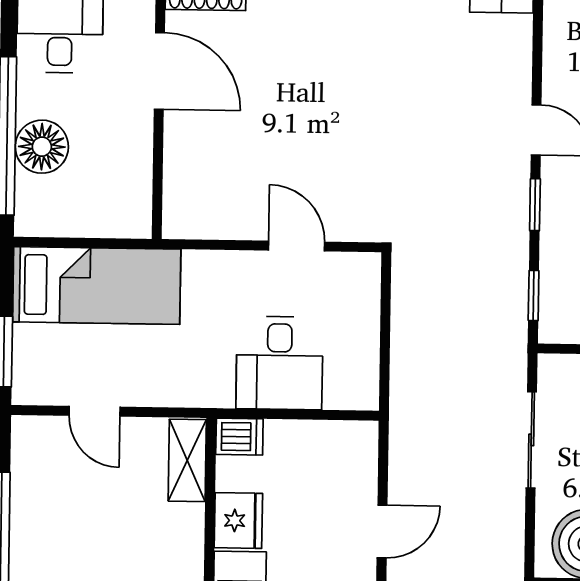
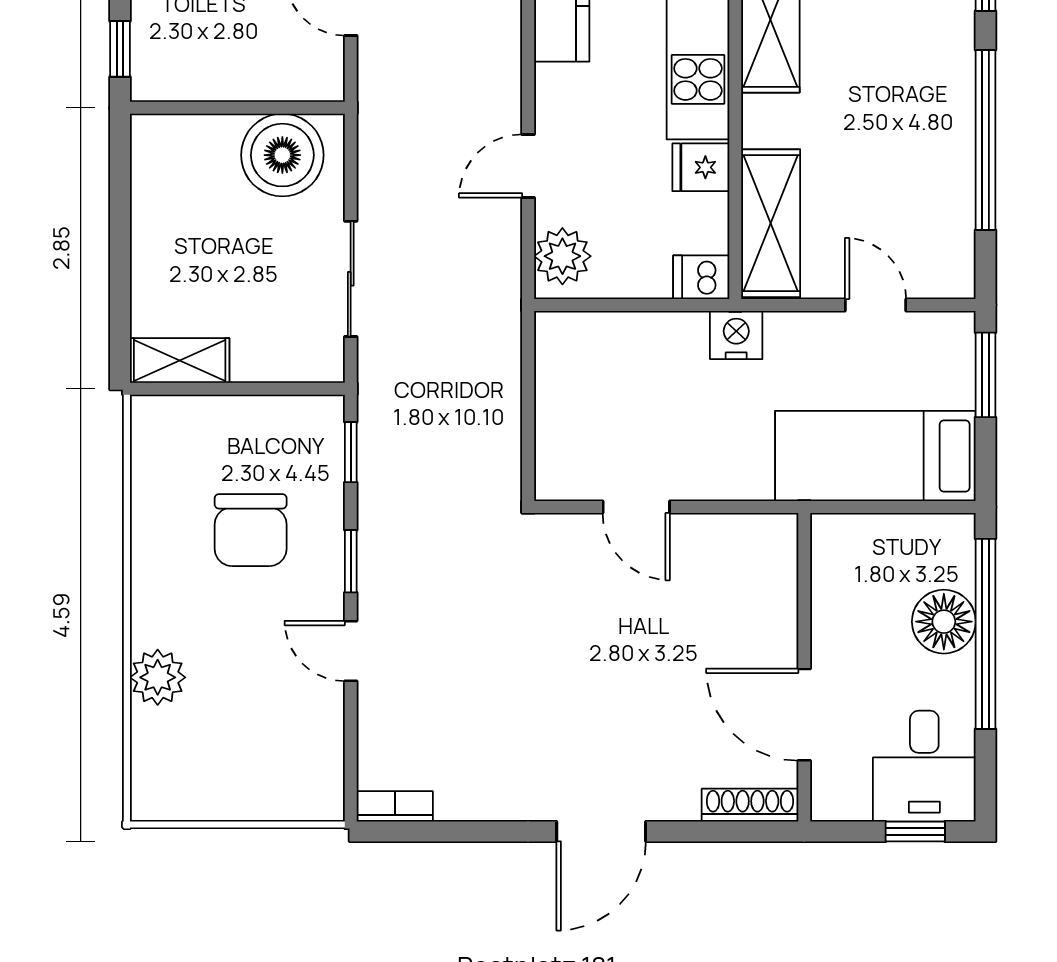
desk: (279, 363) -> (654, 367), removed
nightstand: (211, 388) -> (736, 335), added
plant: (355, 456) -> (562, 256), added
shelving: (187, 460) -> (771, 223), width x1.50, depth x1.33
fridge: (238, 521) -> (701, 167), width x0.72

